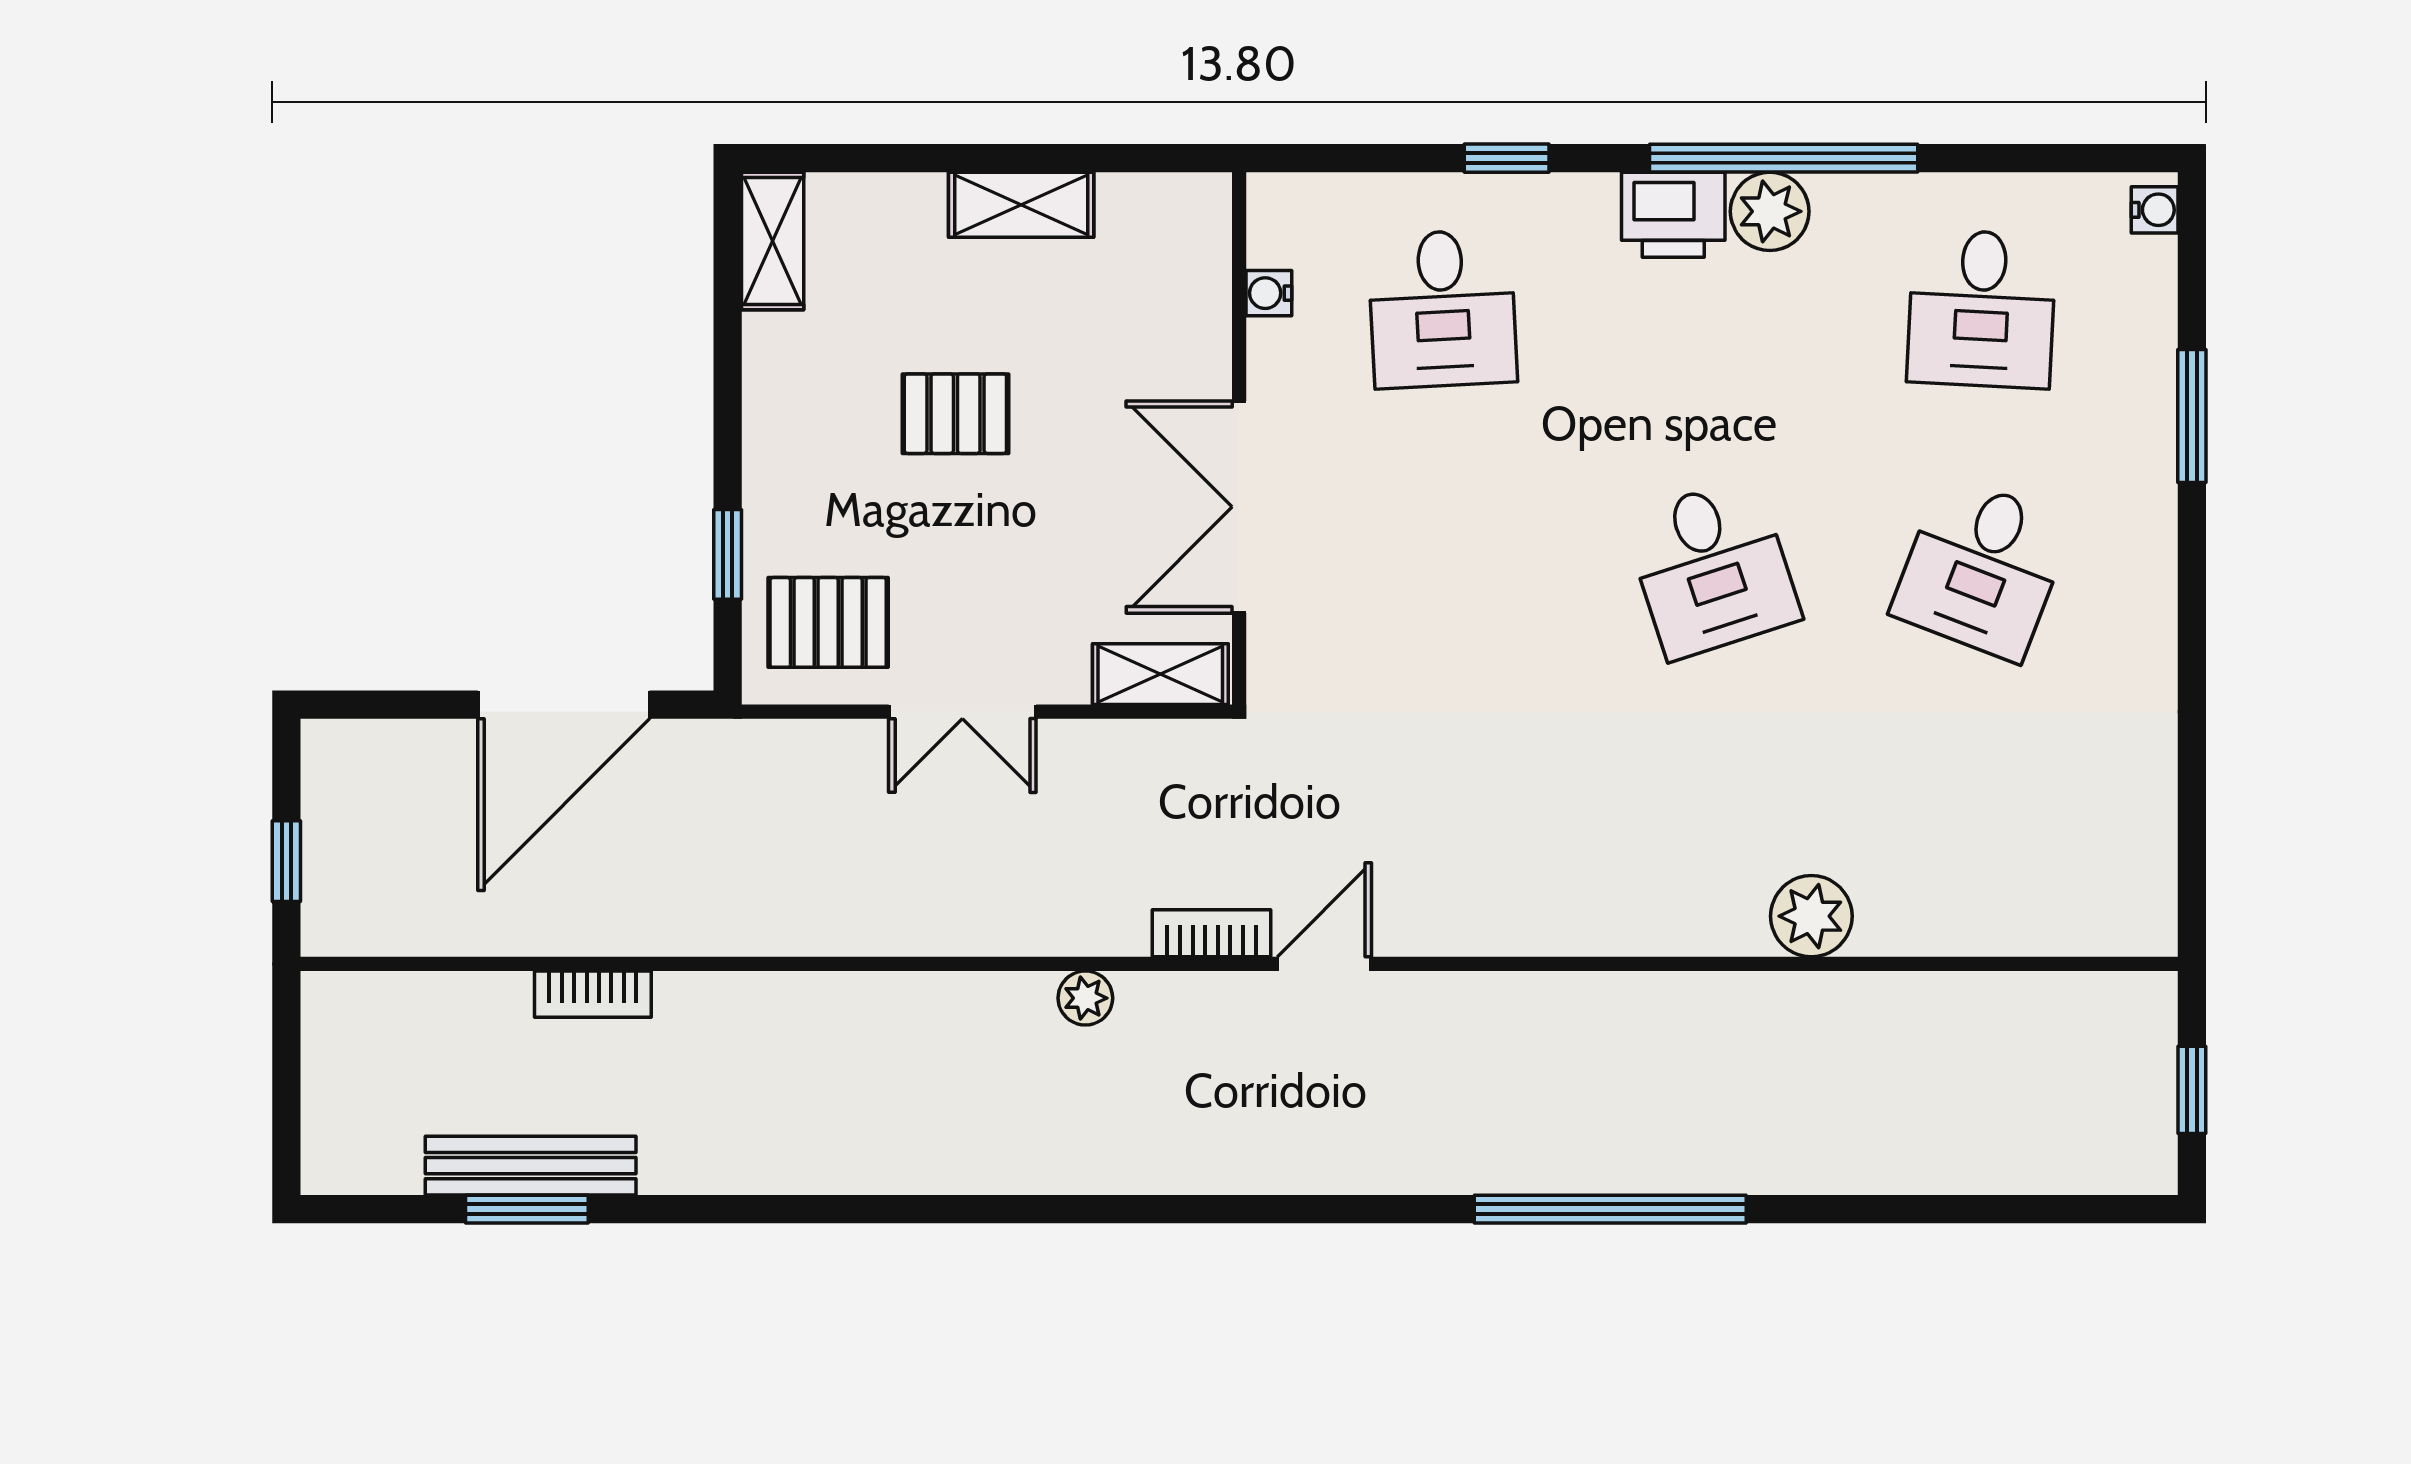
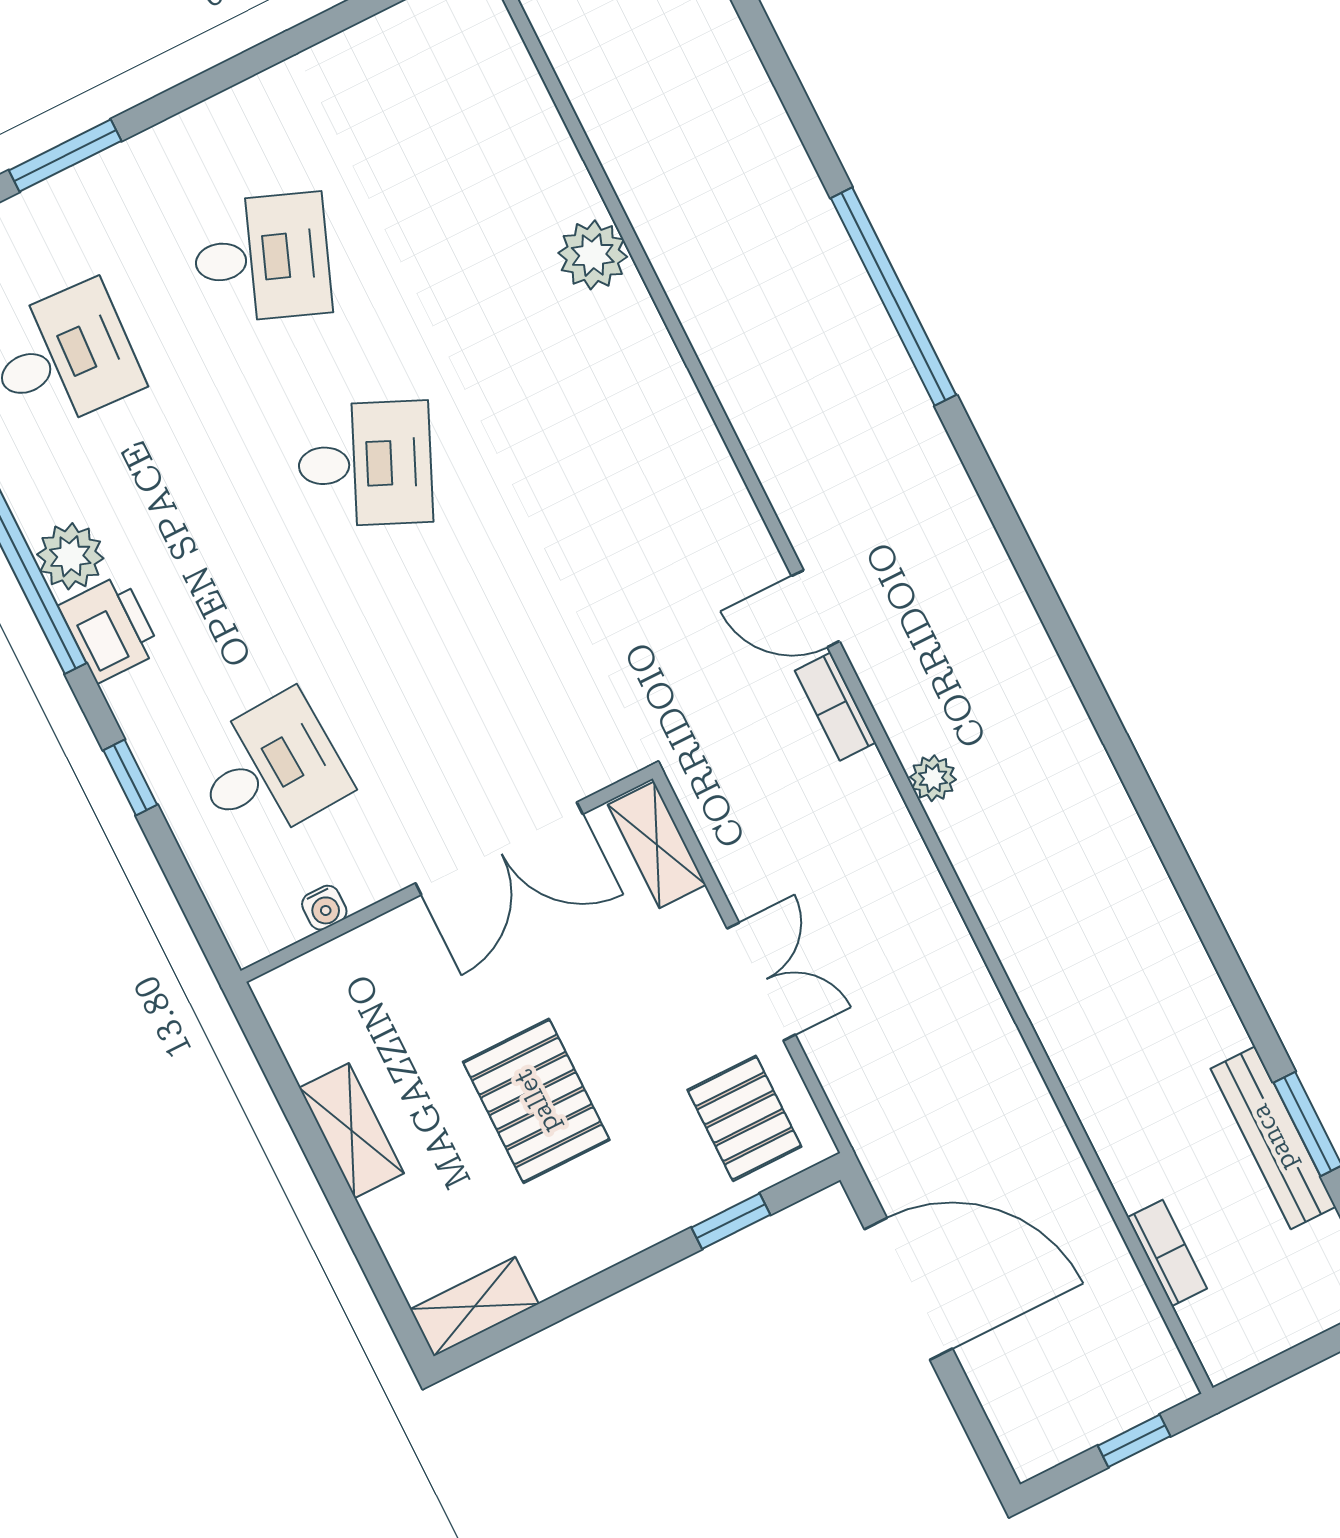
pallet: (955, 414) -> (536, 1101), width x1.50, depth x1.42
desk: (1712, 568) -> (365, 464), turned 42
bookcase: (593, 994) -> (1167, 1253), moved

